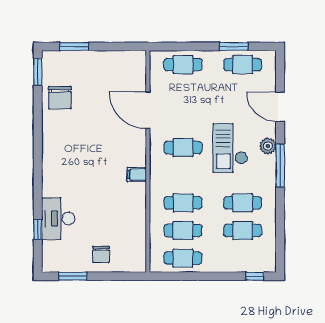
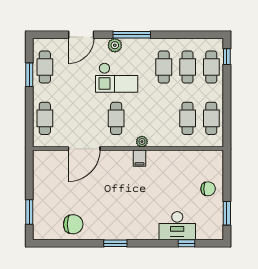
window: (38, 72) -> (115, 243), moved
plant: (156, 177) -> (142, 142), added
cafe table: (183, 203) -> (211, 67), moved

